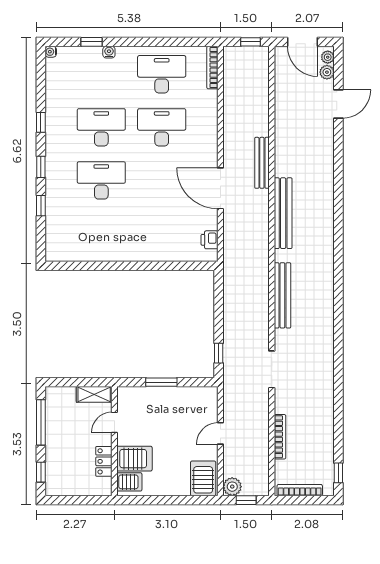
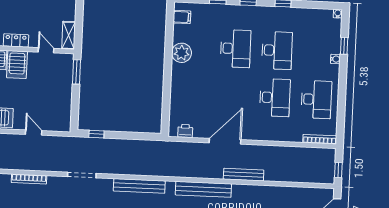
plant: (110, 249) -> (182, 53), added
filing cabinet: (64, 251) -> (182, 17), added
window: (161, 382) -> (77, 72), moved

